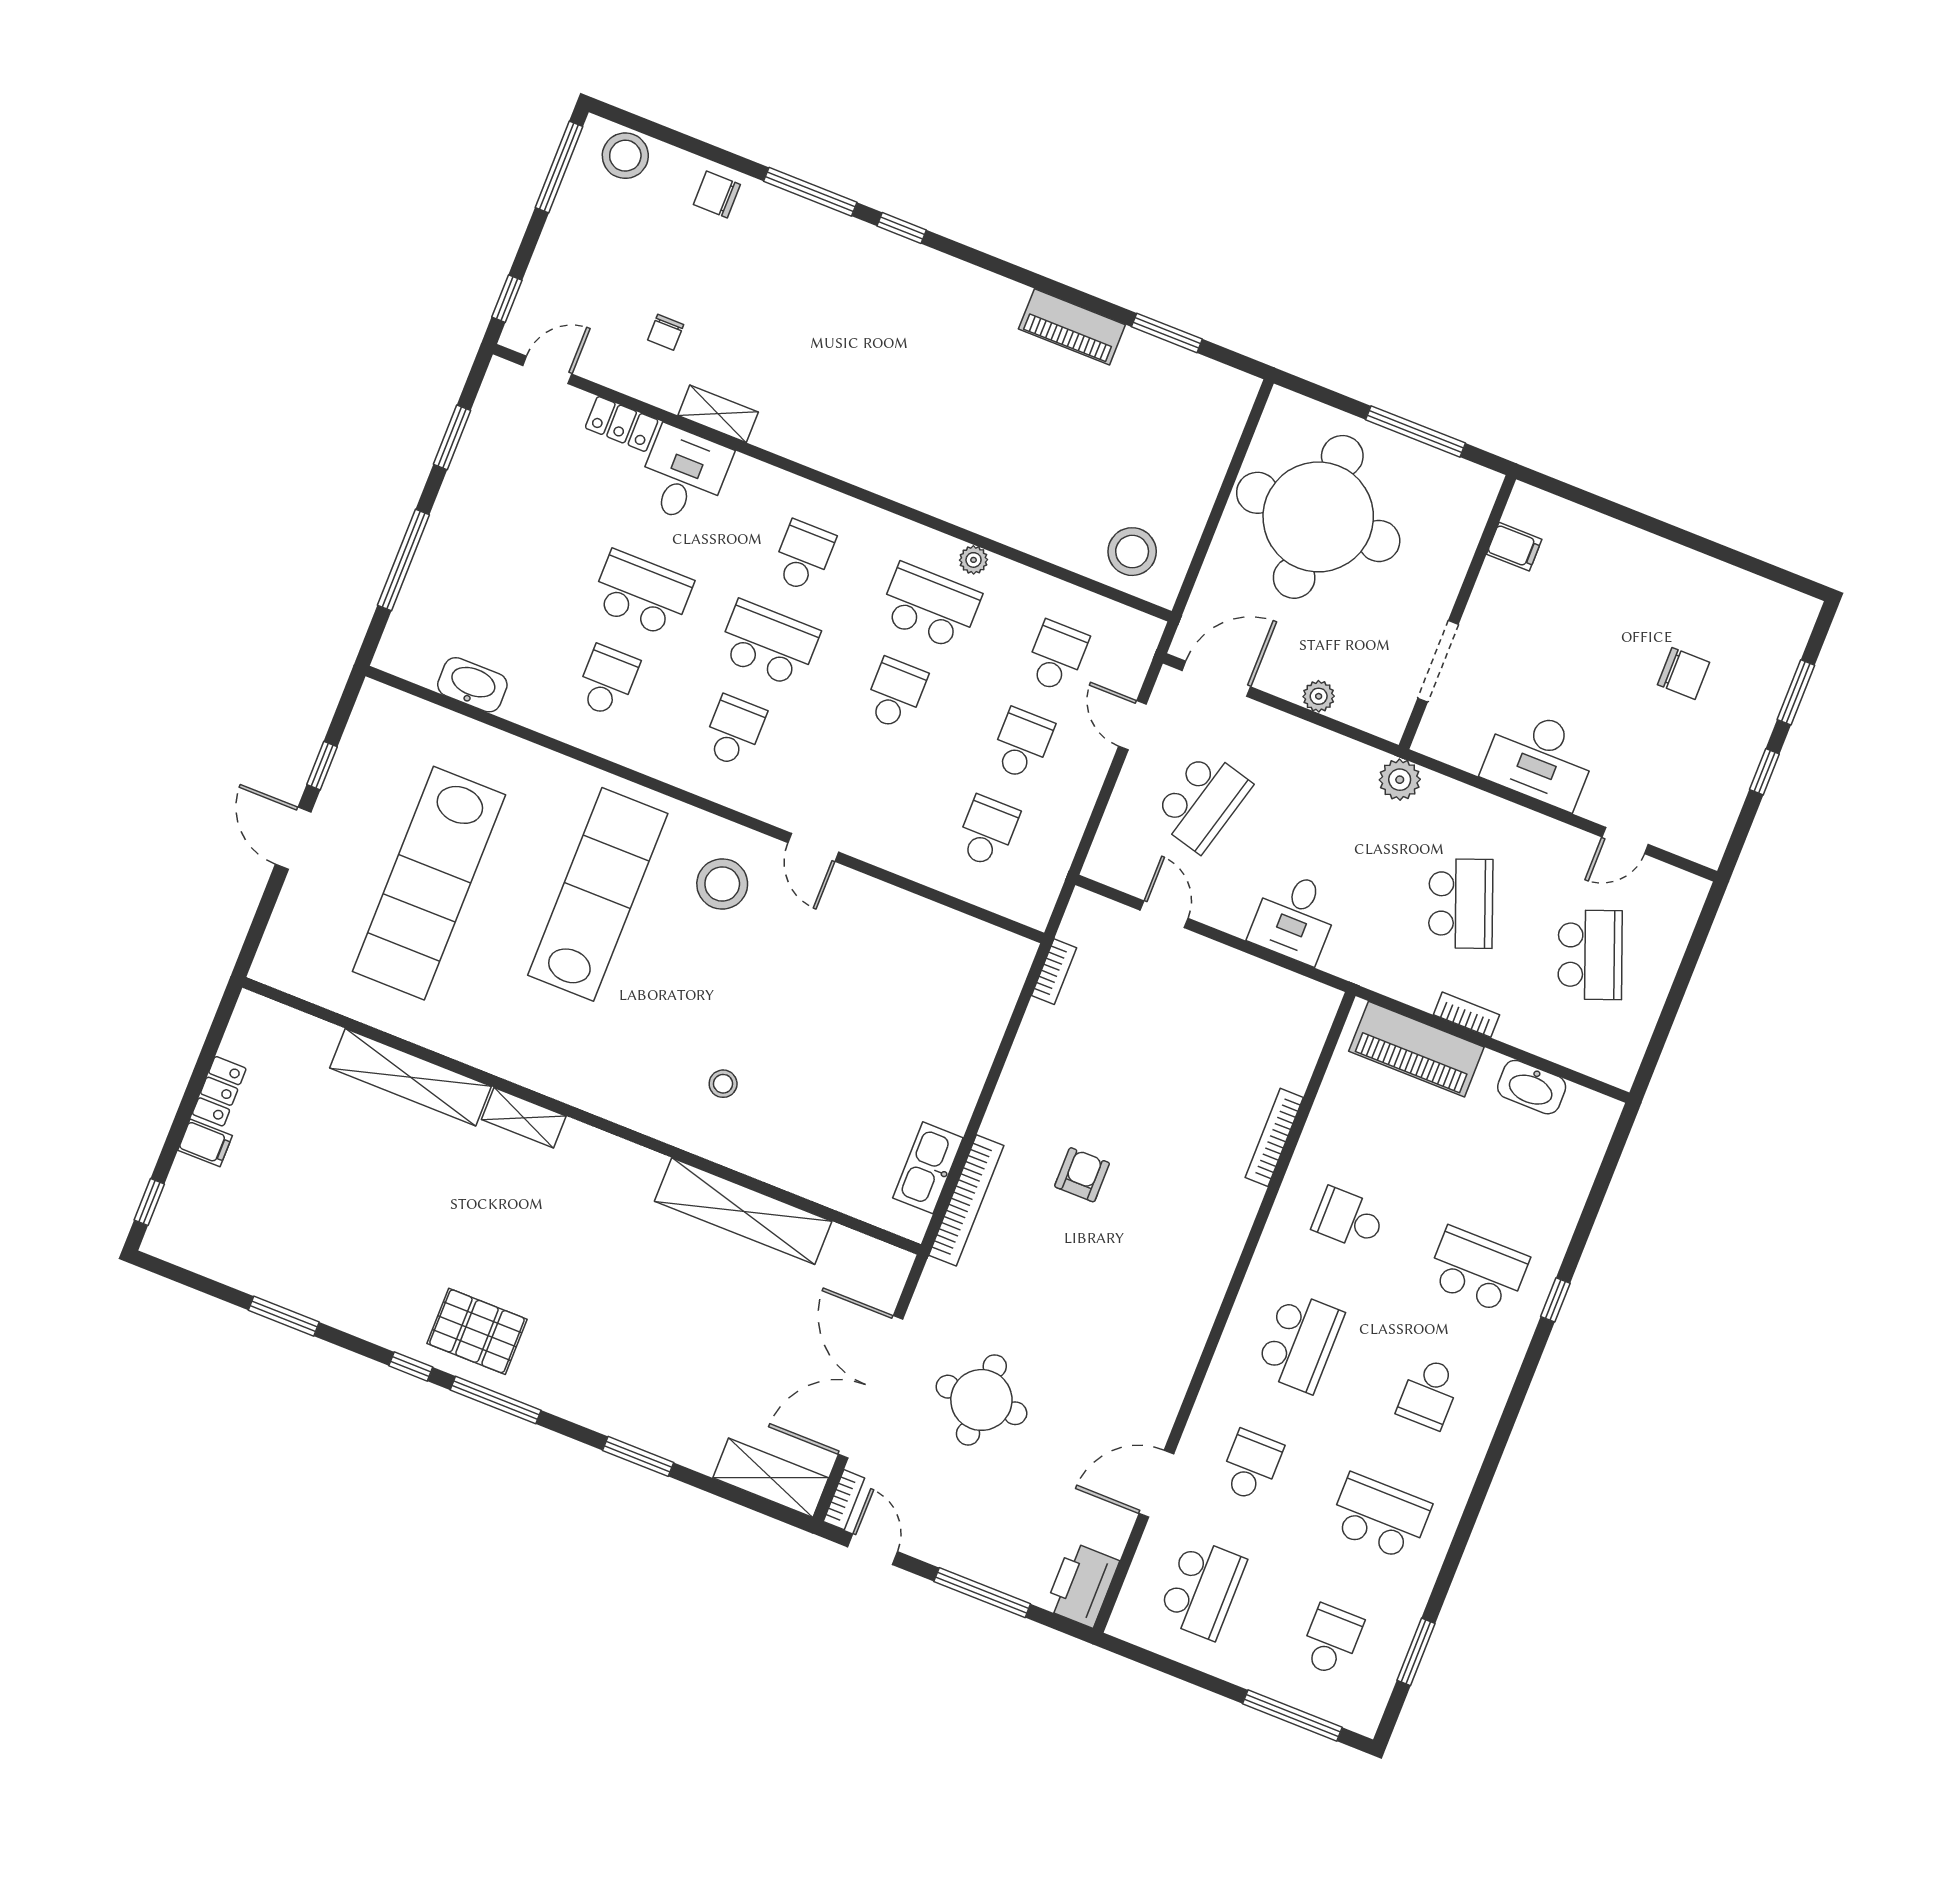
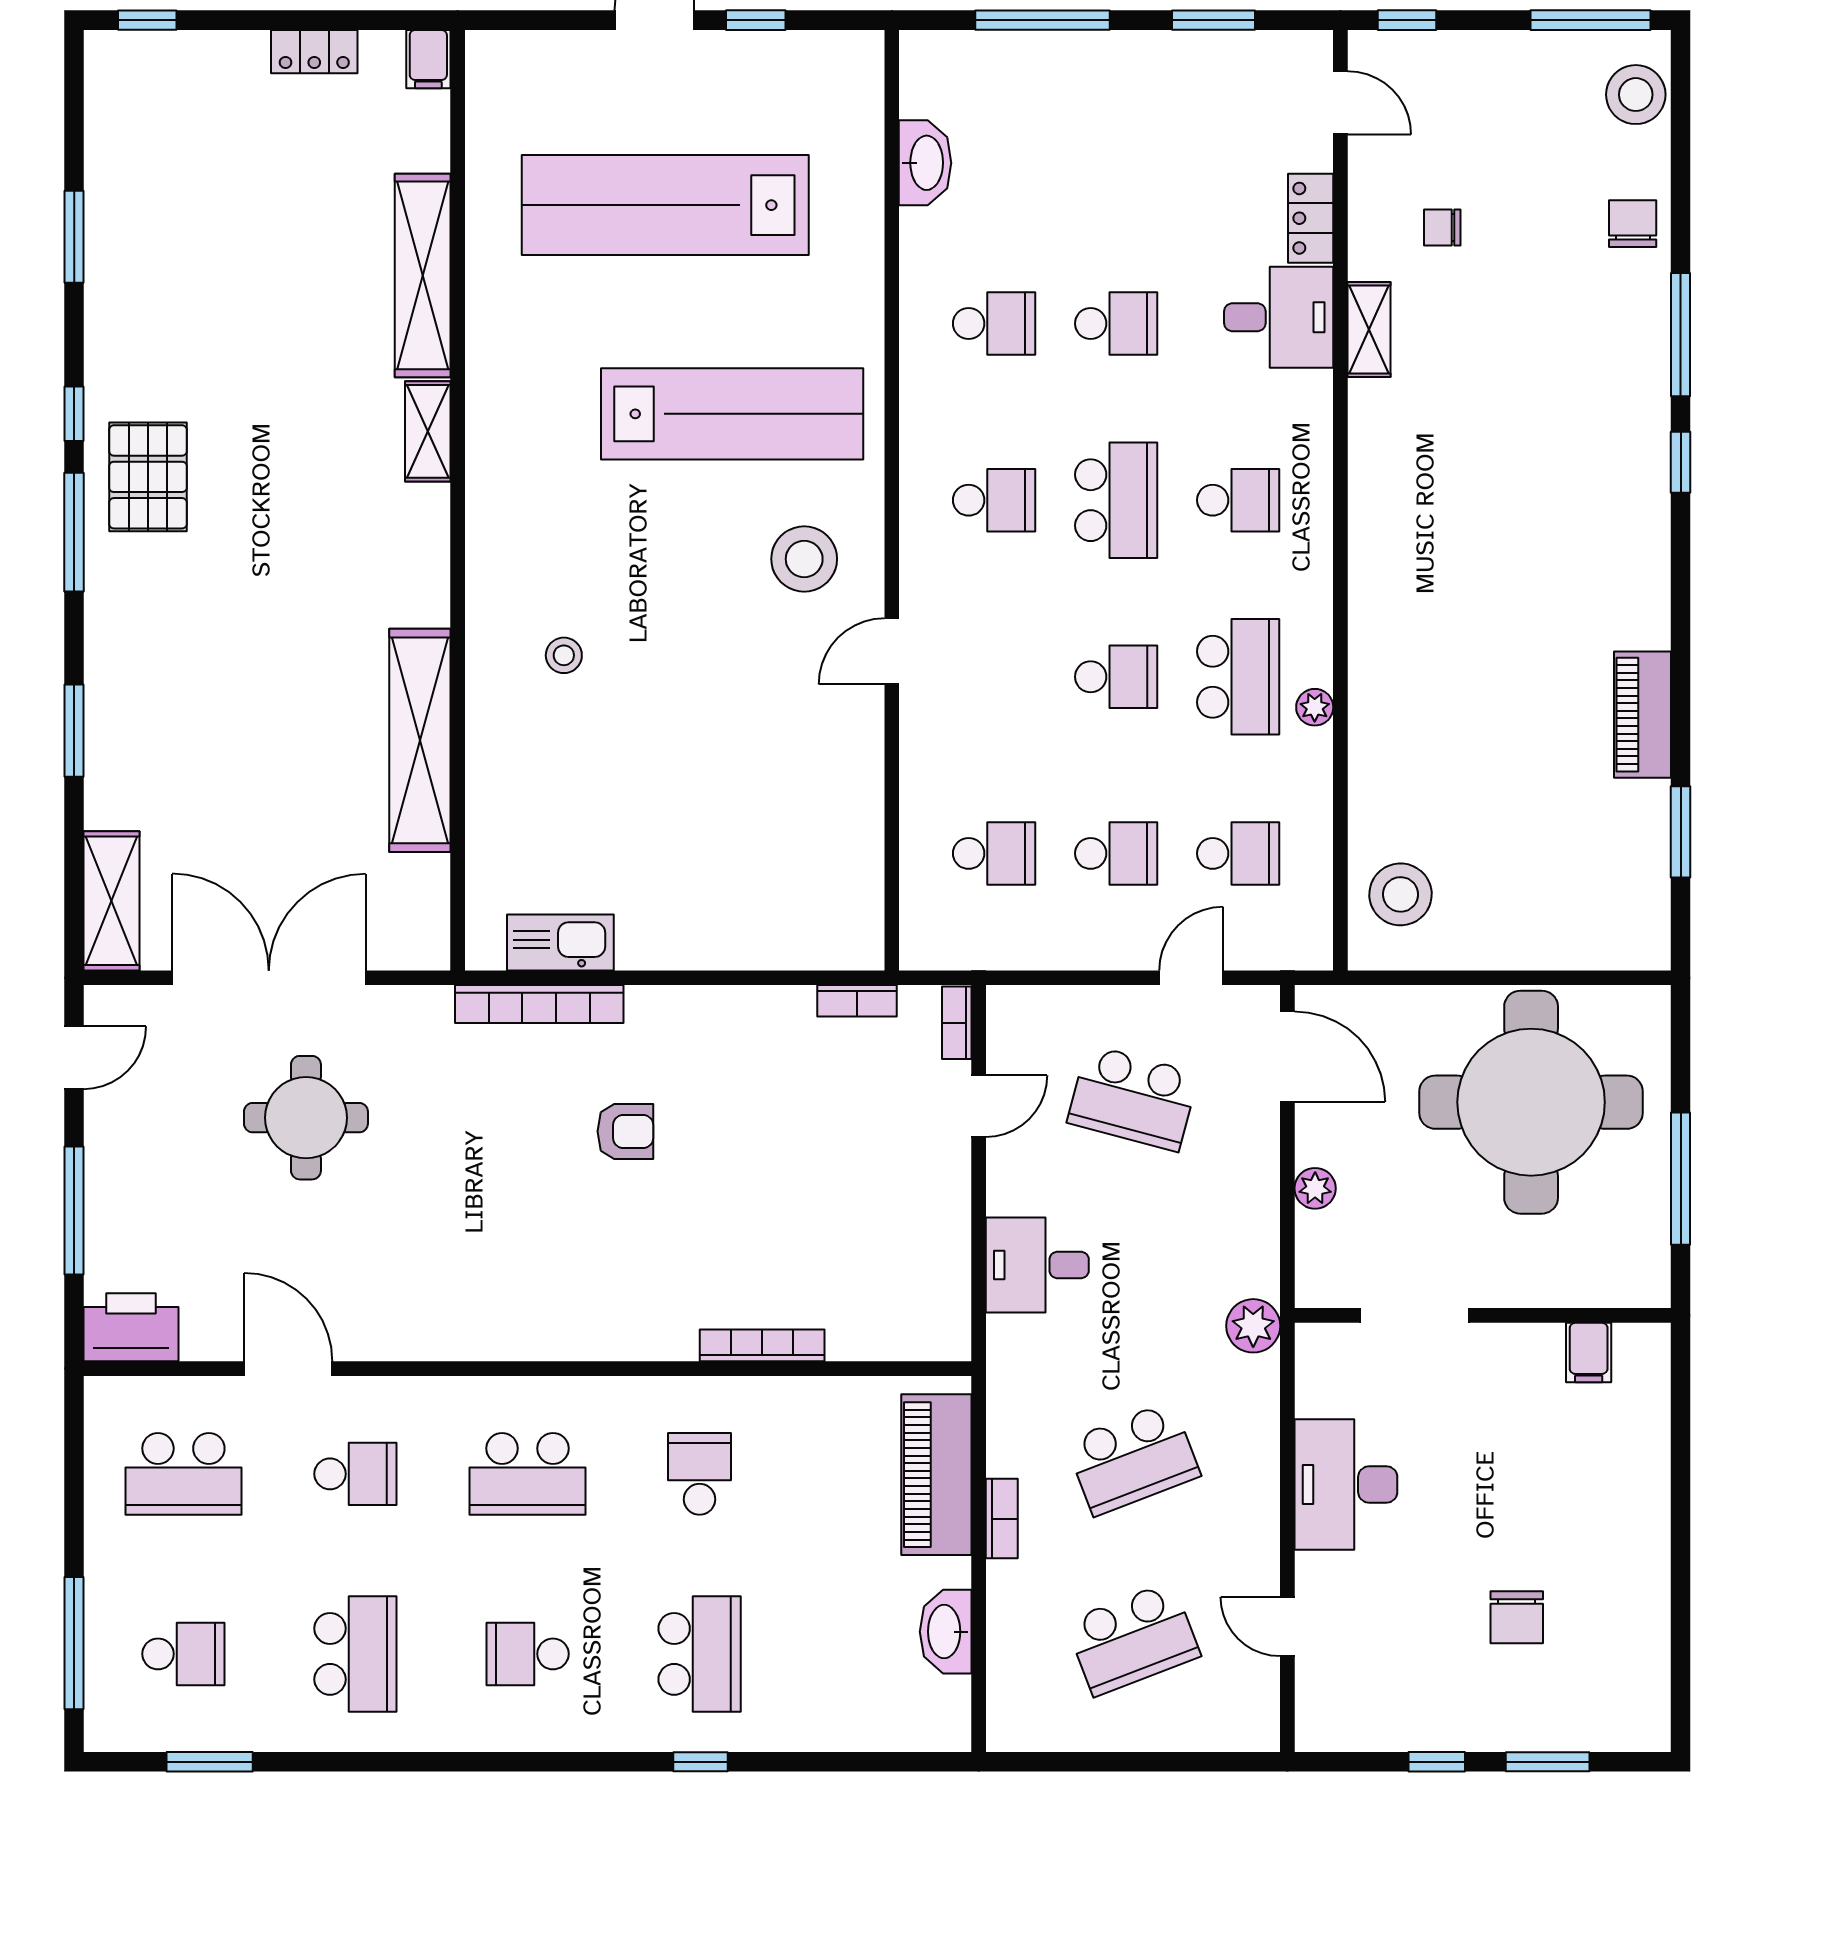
school desk: (642, 593) -> (1116, 324), width x0.54
filing cabinet: (205, 1143) -> (428, 59), moved
bookcase: (844, 1500) -> (957, 1023), moved, turned 90

